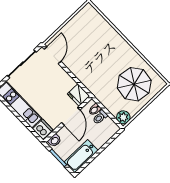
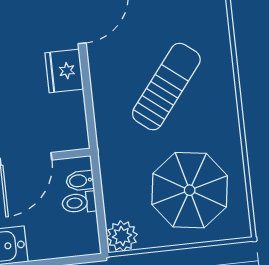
sun lounger: (99, 55) -> (166, 87), added
fridge: (78, 95) -> (64, 71), moved

